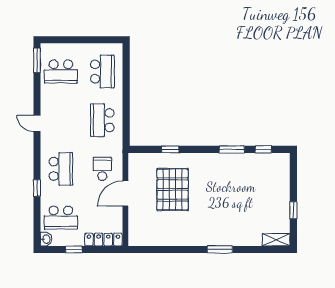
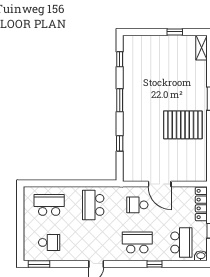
school desk: (61, 71) -> (49, 242), width x0.54
school desk: (102, 120) -> (93, 205), turned 90
window: (232, 149) -> (120, 100), moved
pallet: (173, 189) -> (183, 125), moved

